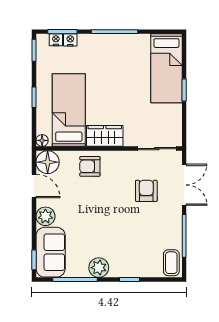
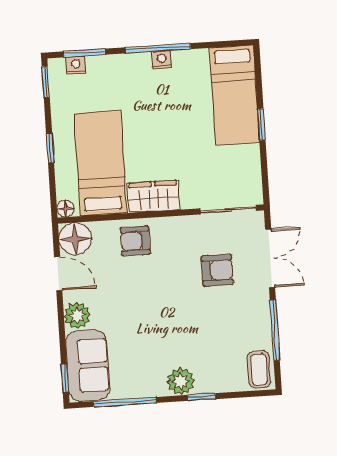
nightstand: (70, 40) -> (162, 60), moved
armchair: (146, 191) -> (217, 270), turned 90
plant: (99, 268) -> (181, 381), moved

